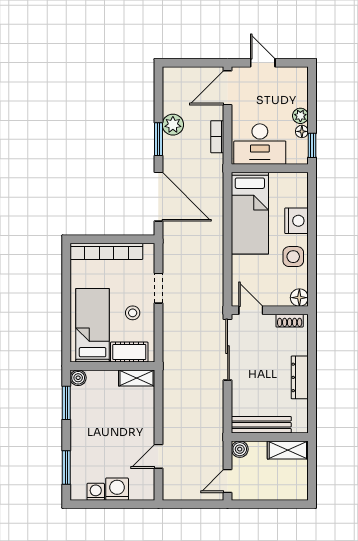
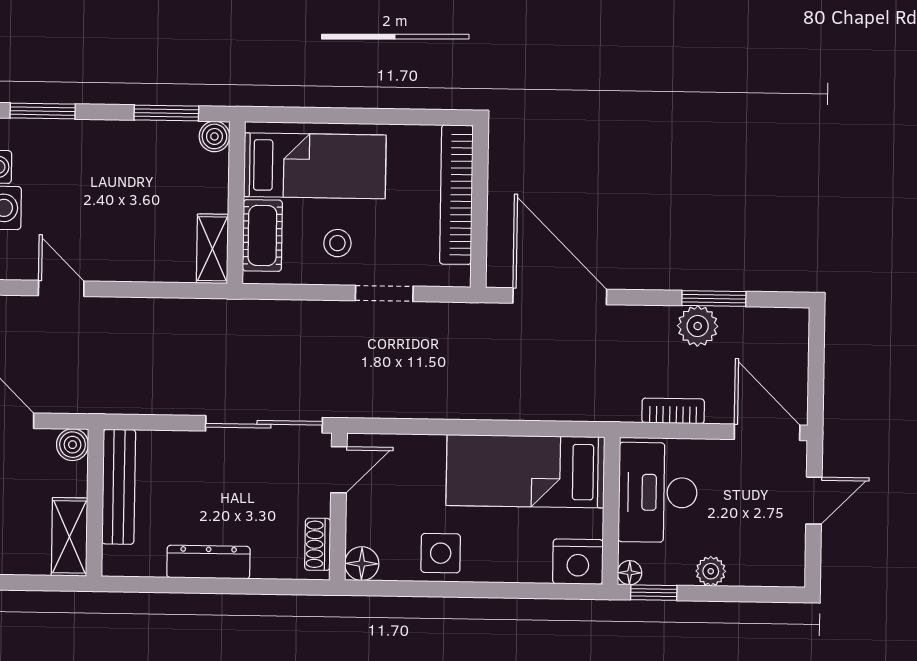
floor lamp: (302, 131) -> (630, 573), moved
window: (158, 139) -> (714, 299), moved
door: (158, 197) -> (560, 296), swing flipped
nightstand: (297, 221) -> (578, 562), moved

